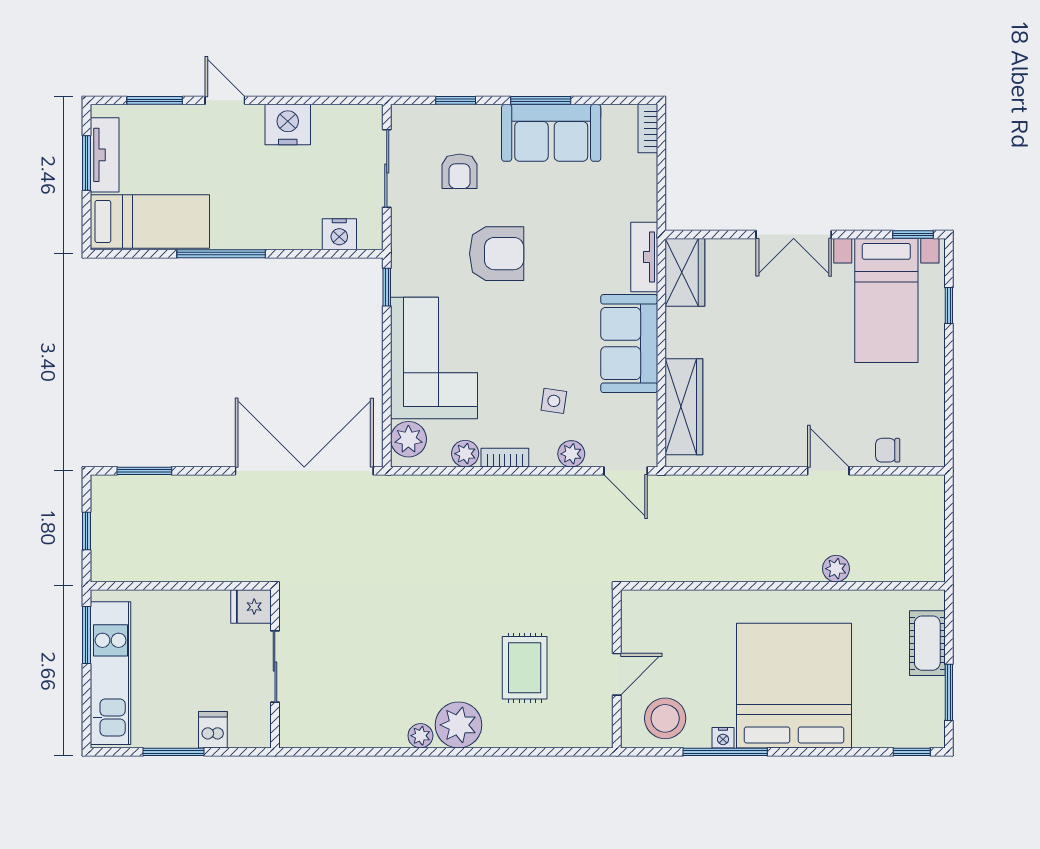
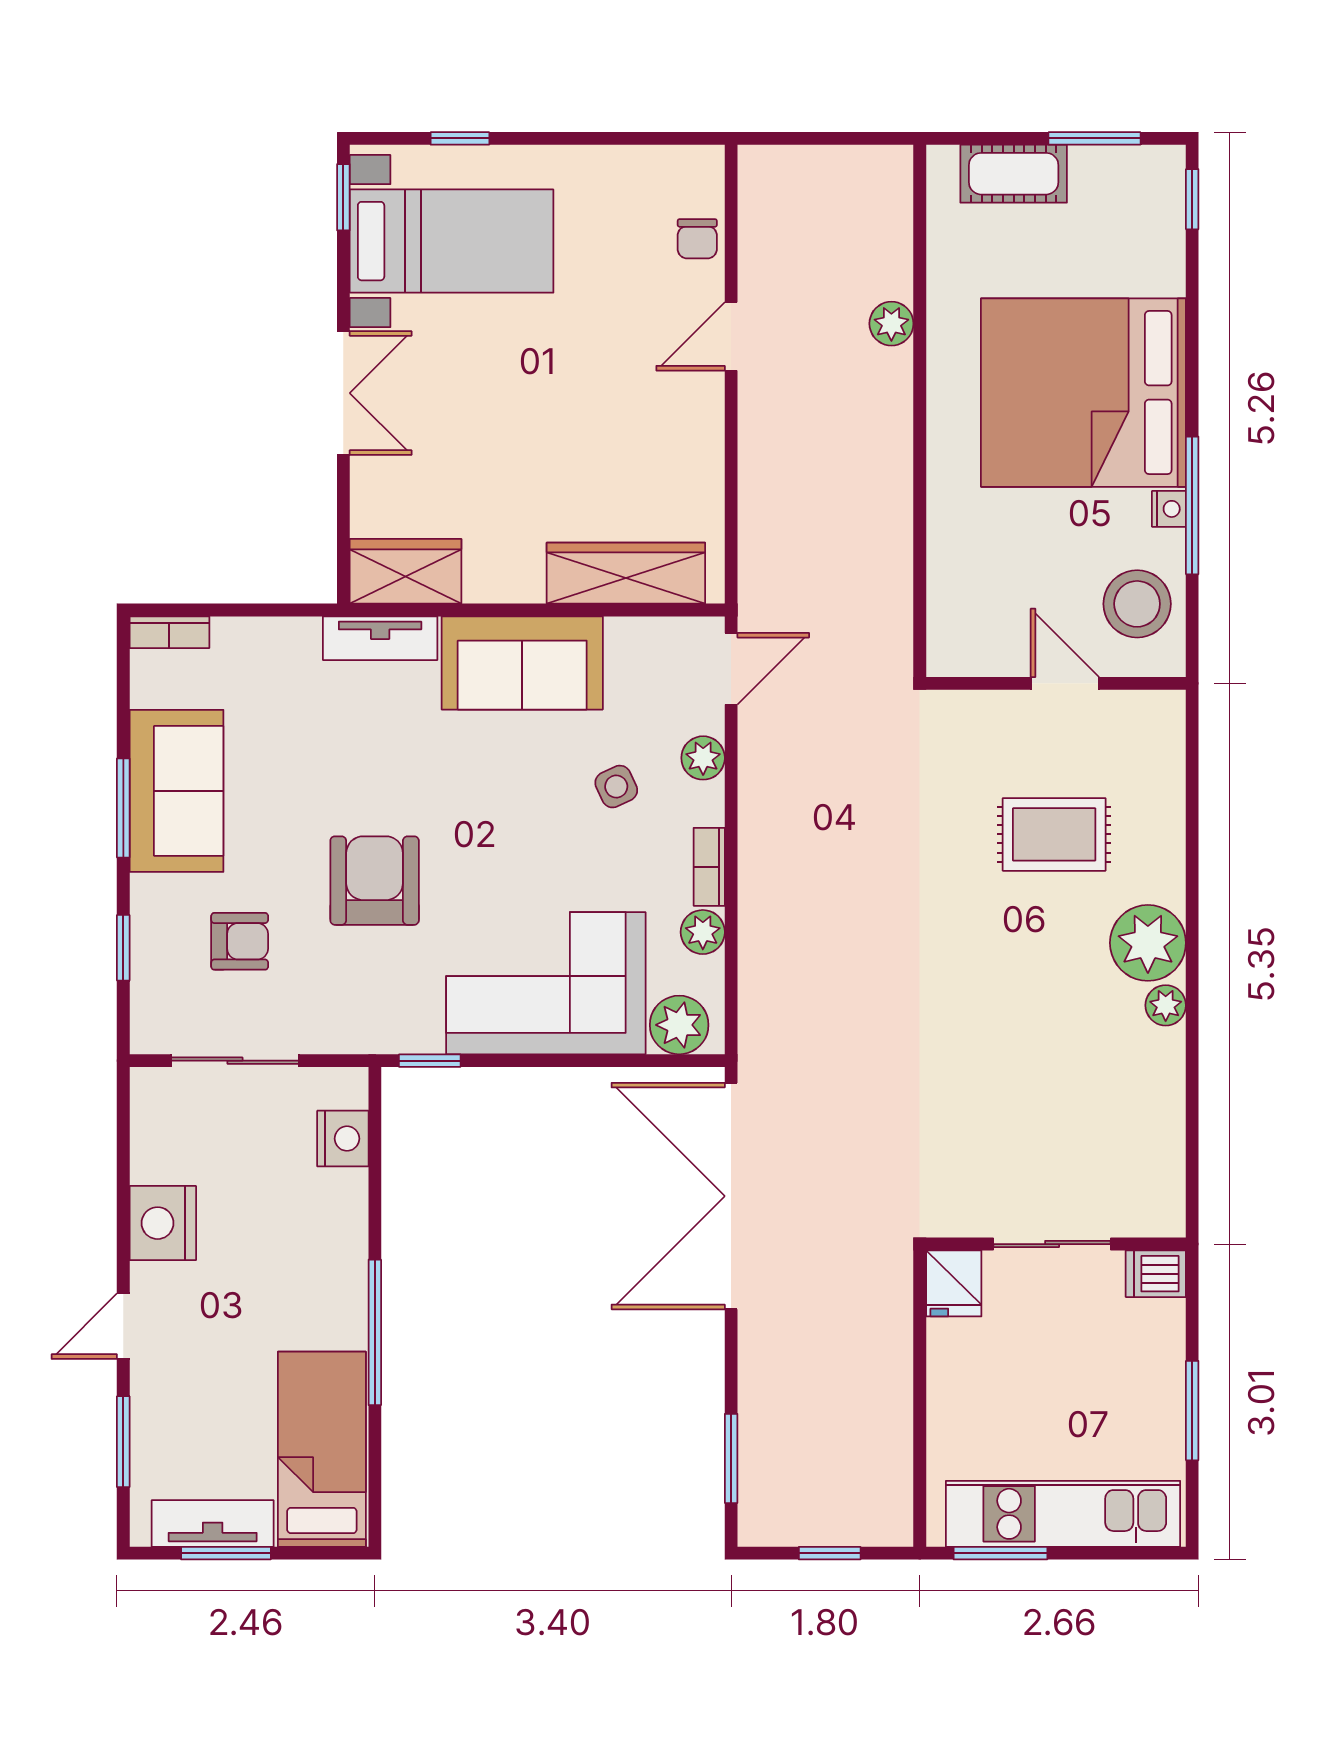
side table: (554, 401) -> (616, 787), turned -33
dishwasher: (213, 730) -> (1156, 1274), moved

